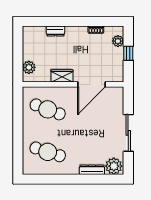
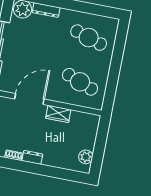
dresser: (55, 31) -> (32, 157), moved
plant: (29, 67) -> (86, 157), moved

